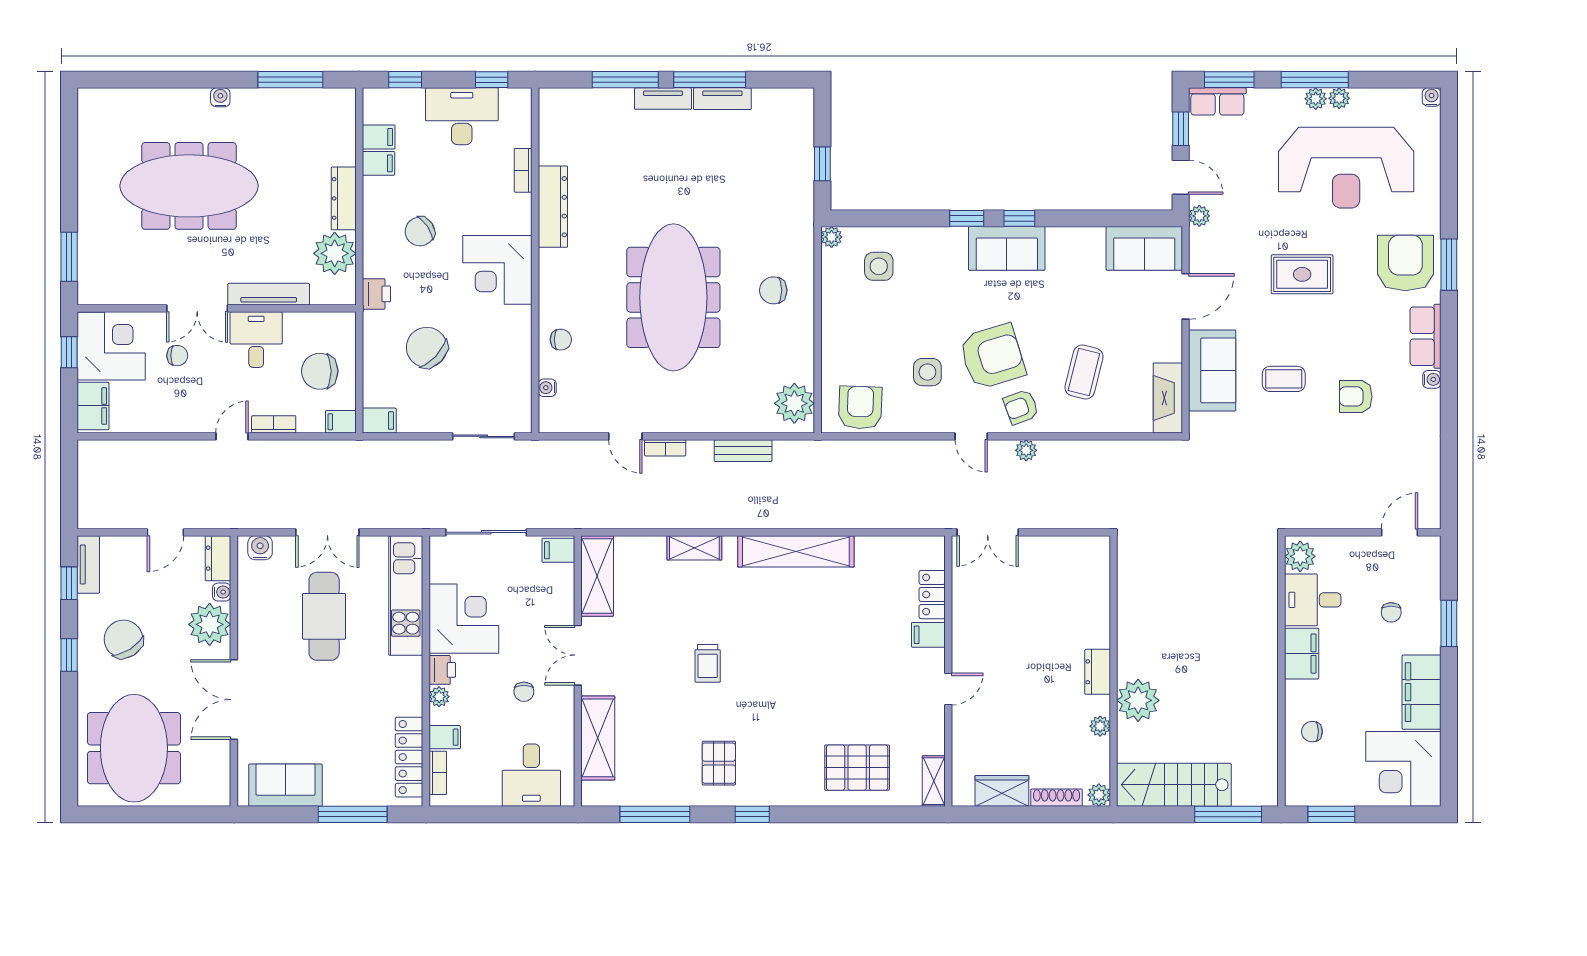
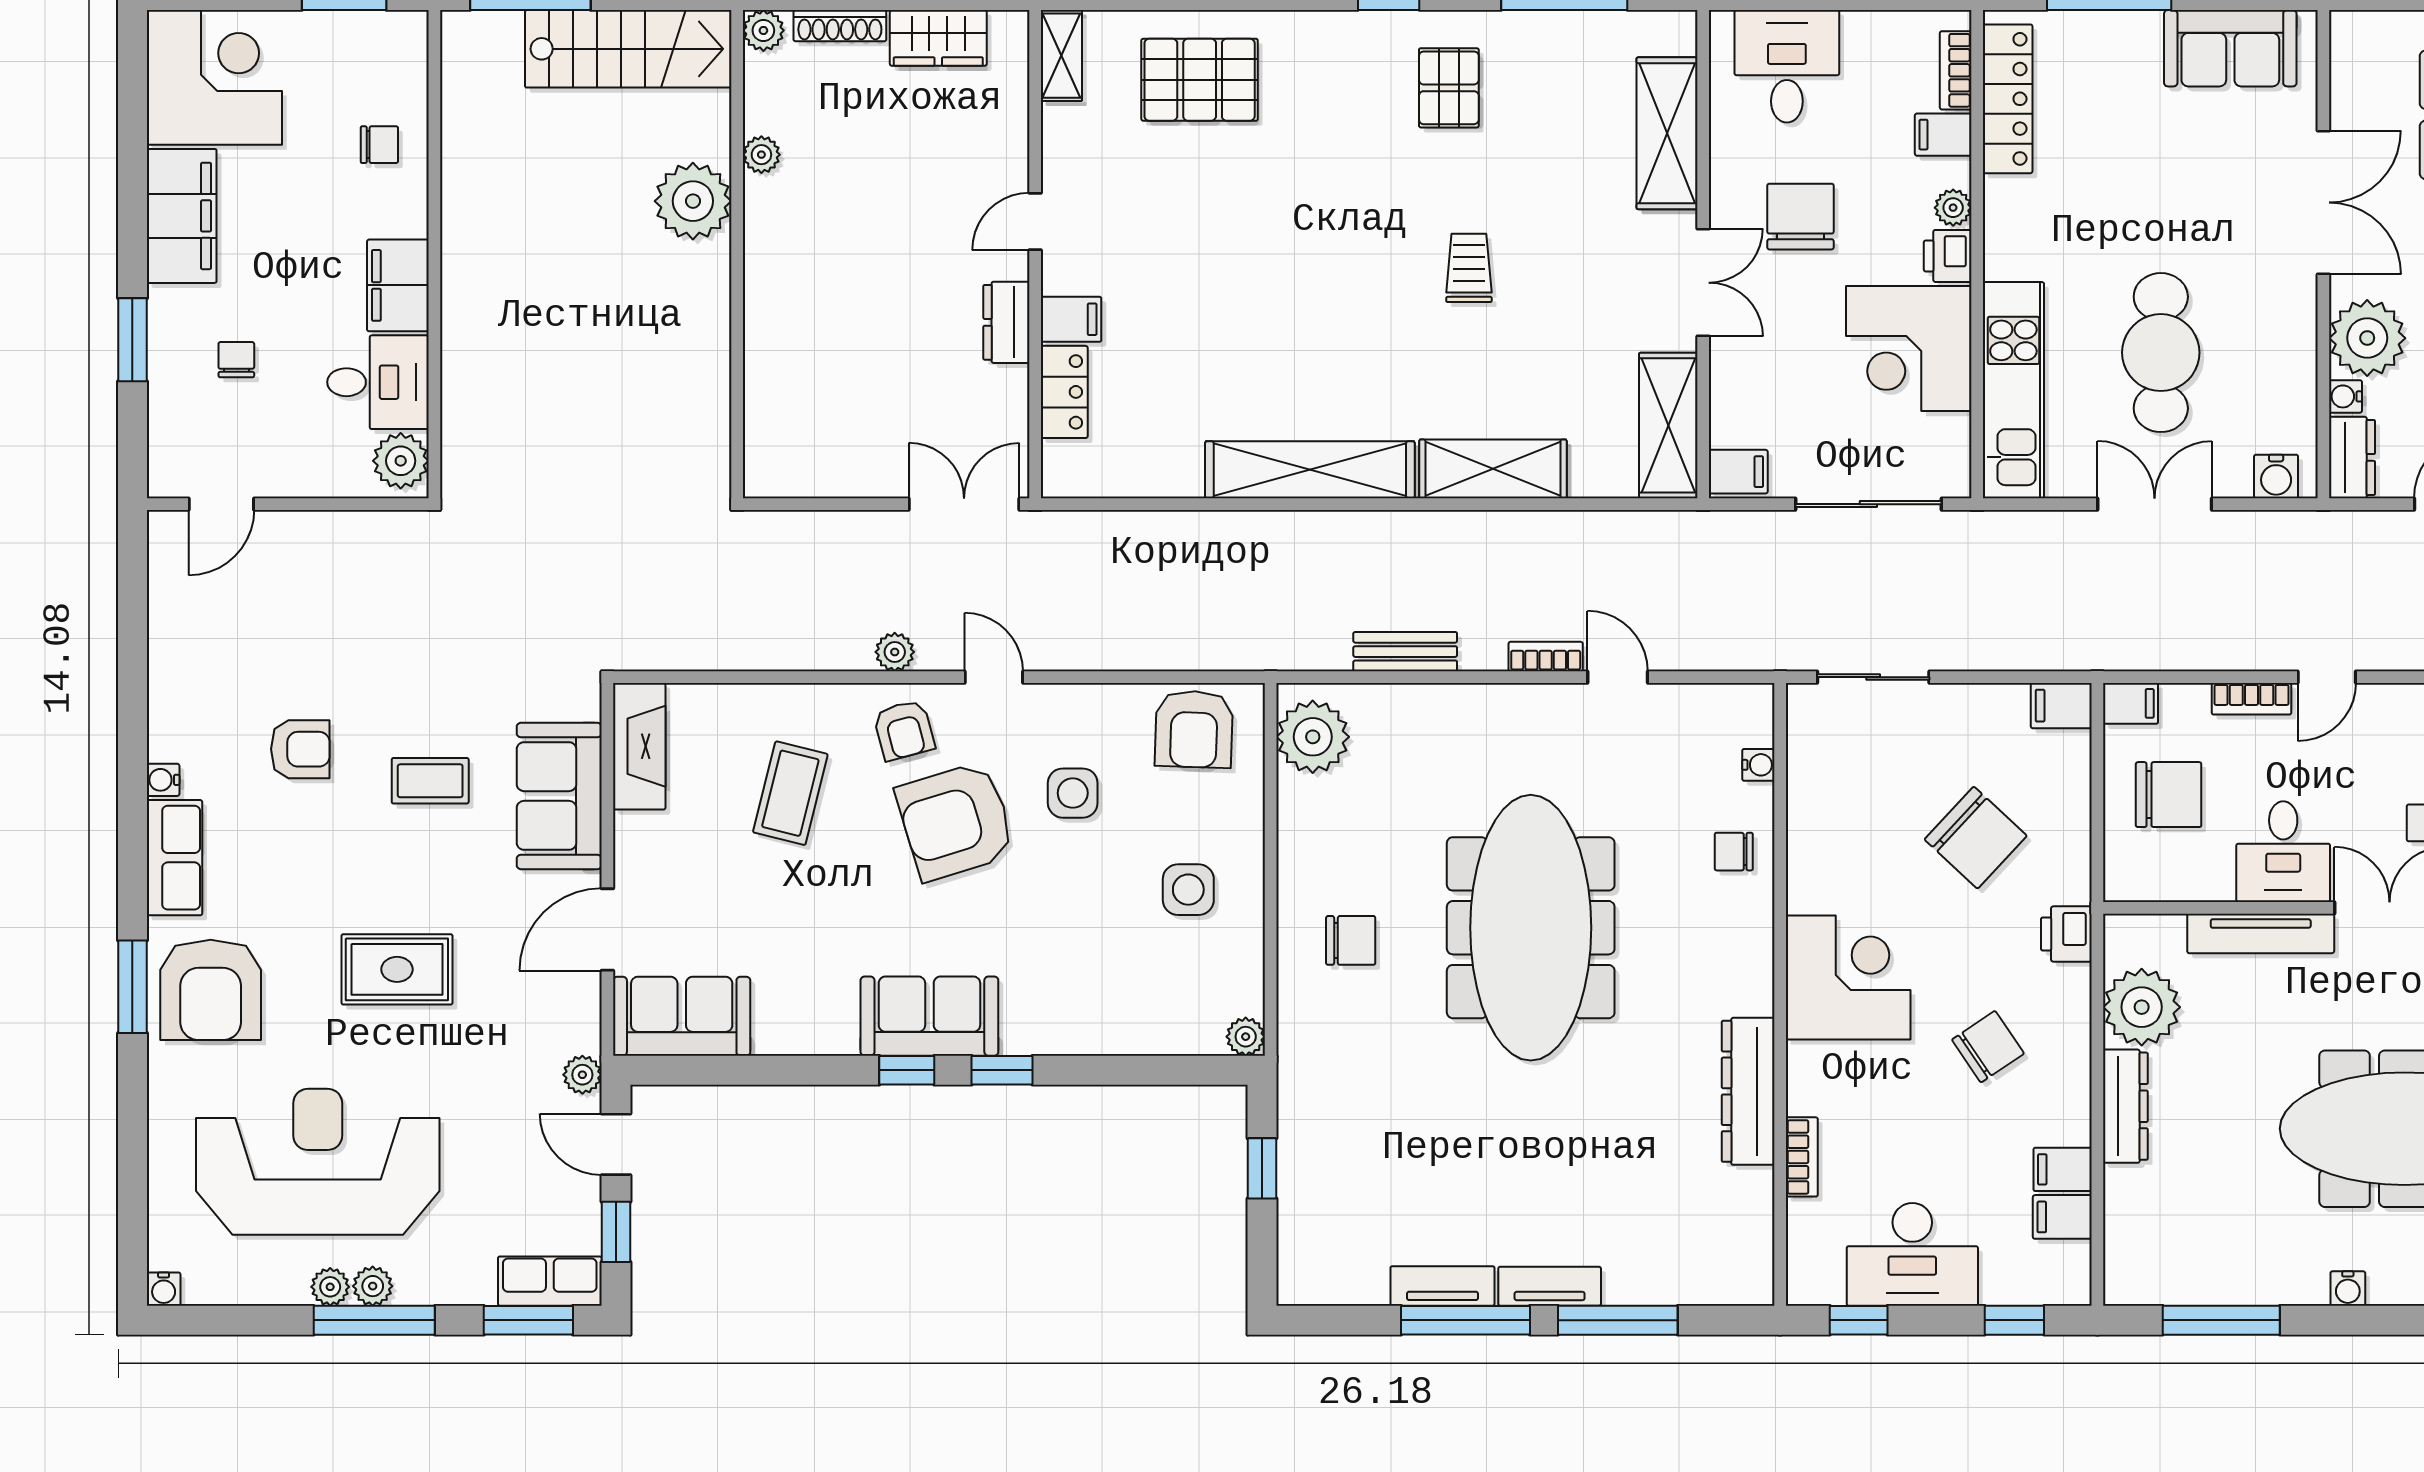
side table: (879, 266) -> (1188, 890), moved
armchair: (1021, 407) -> (904, 730), turned 95
shelving: (694, 548) -> (1493, 469), width x1.50, depth x1.33
dresser: (1098, 672) -> (1006, 322), moved, turned 180
chair: (524, 692) -> (1800, 217), width x1.87, depth x1.87

